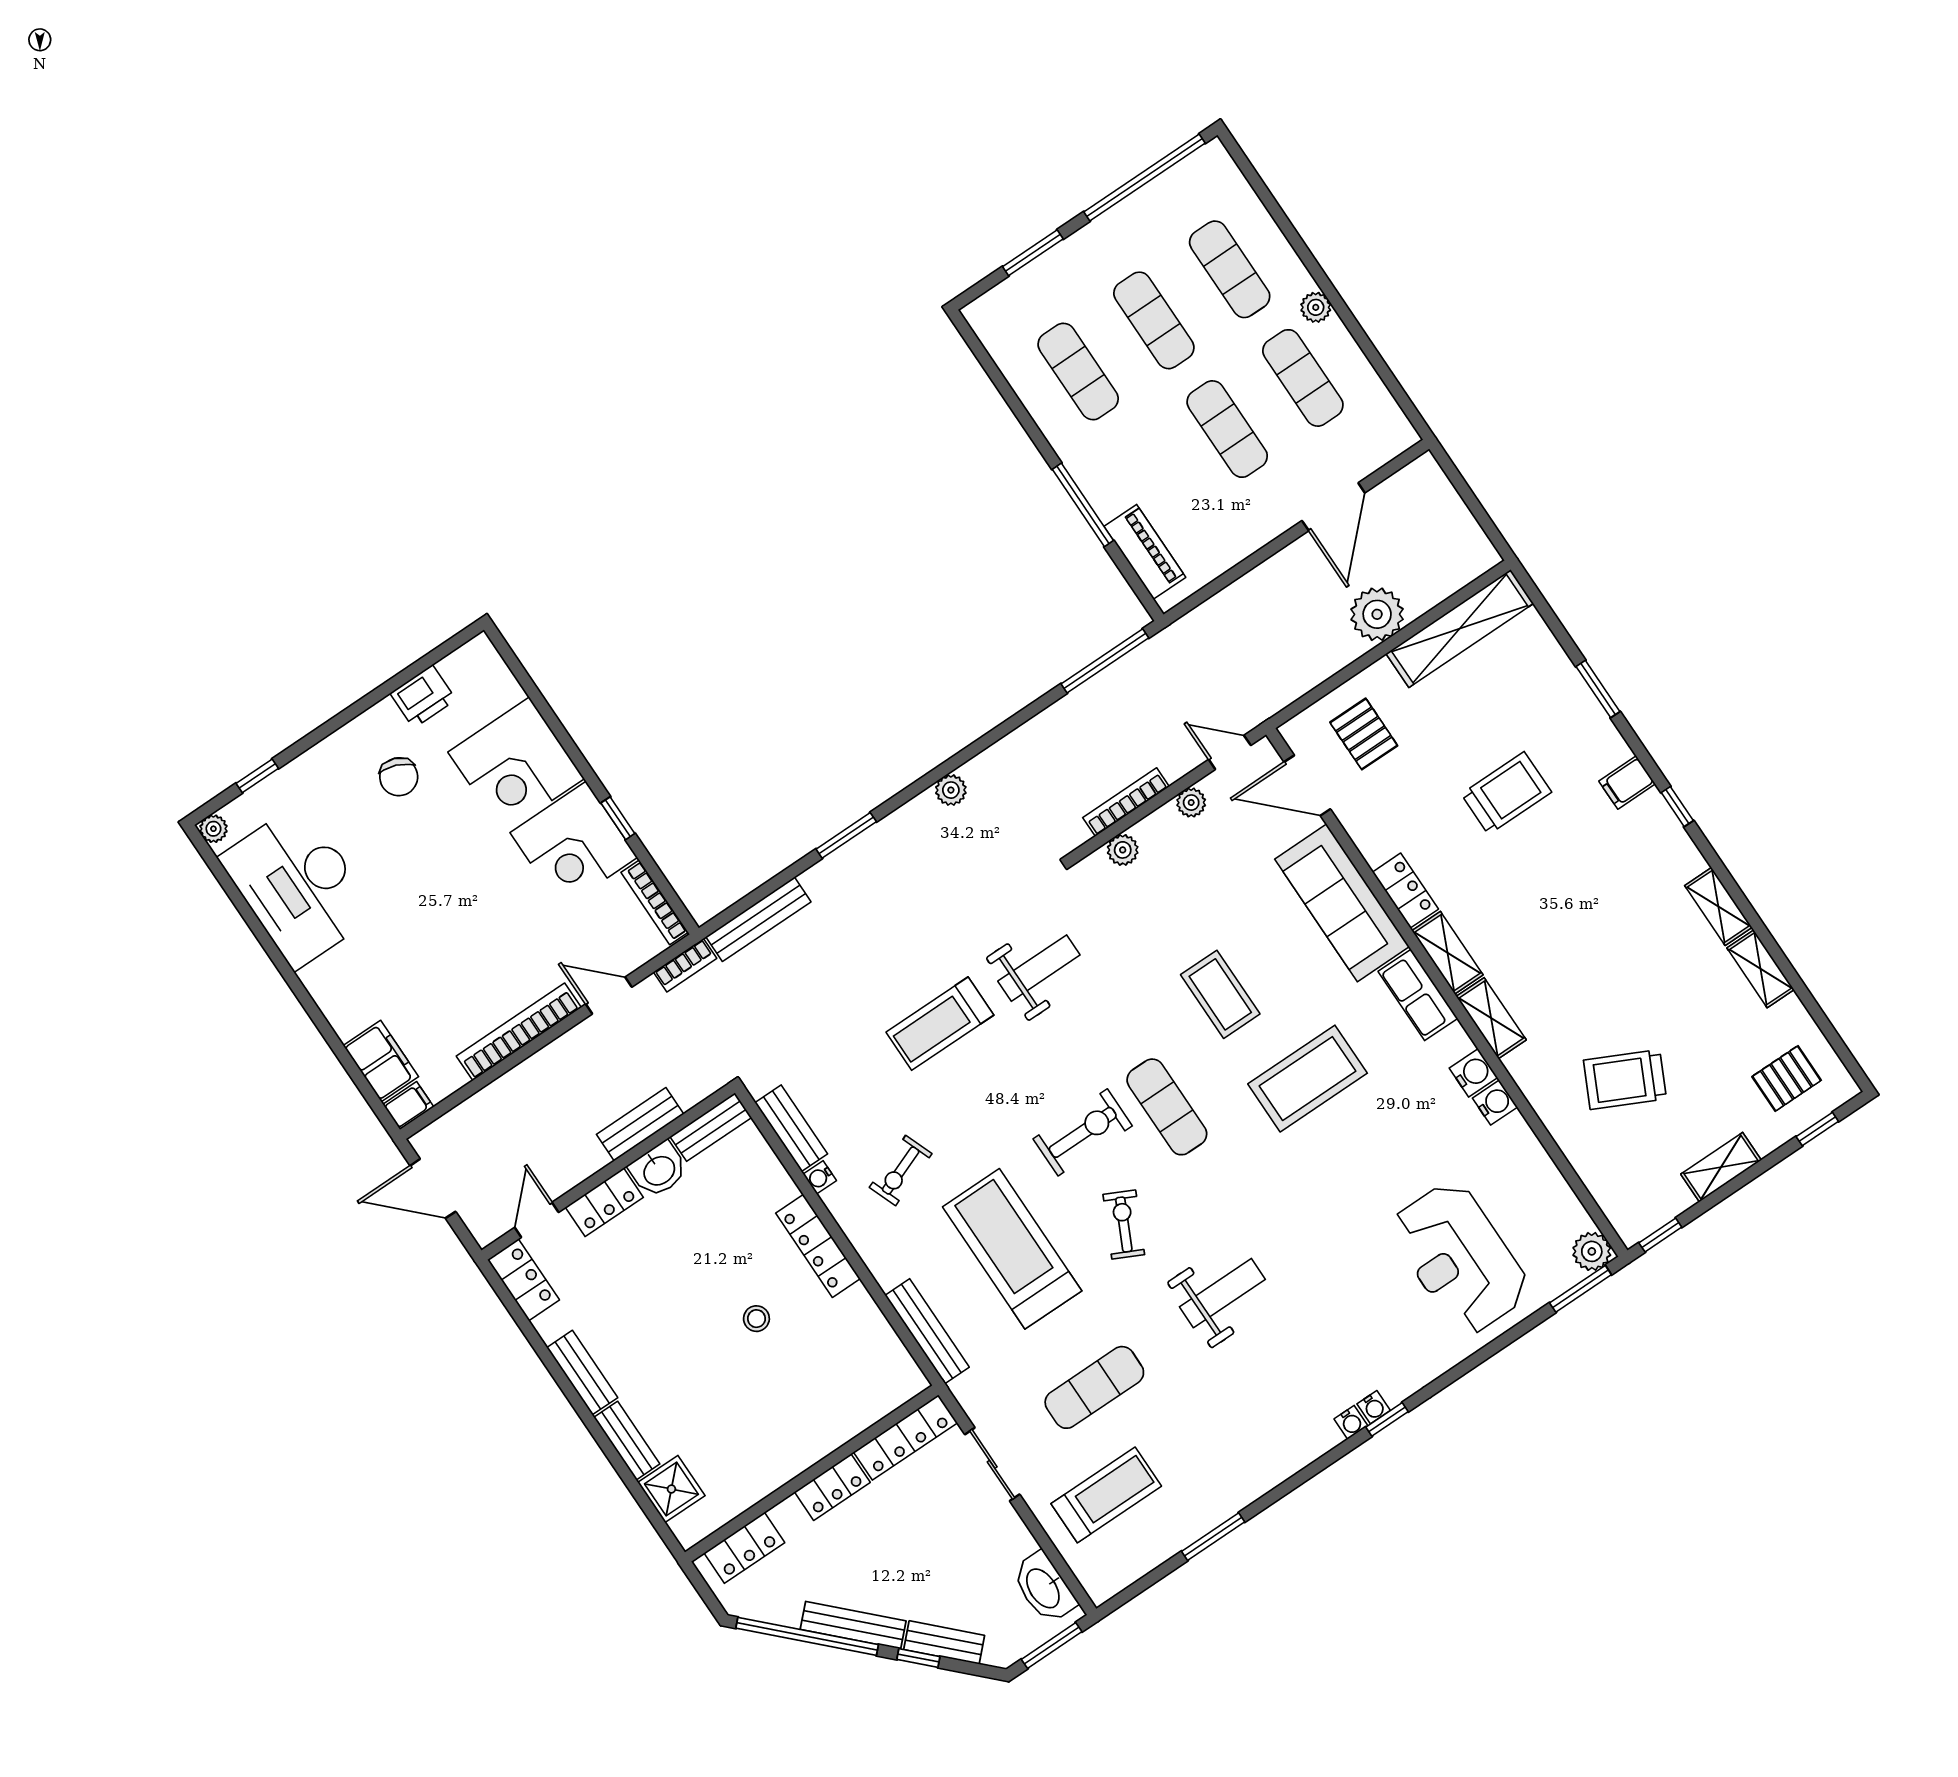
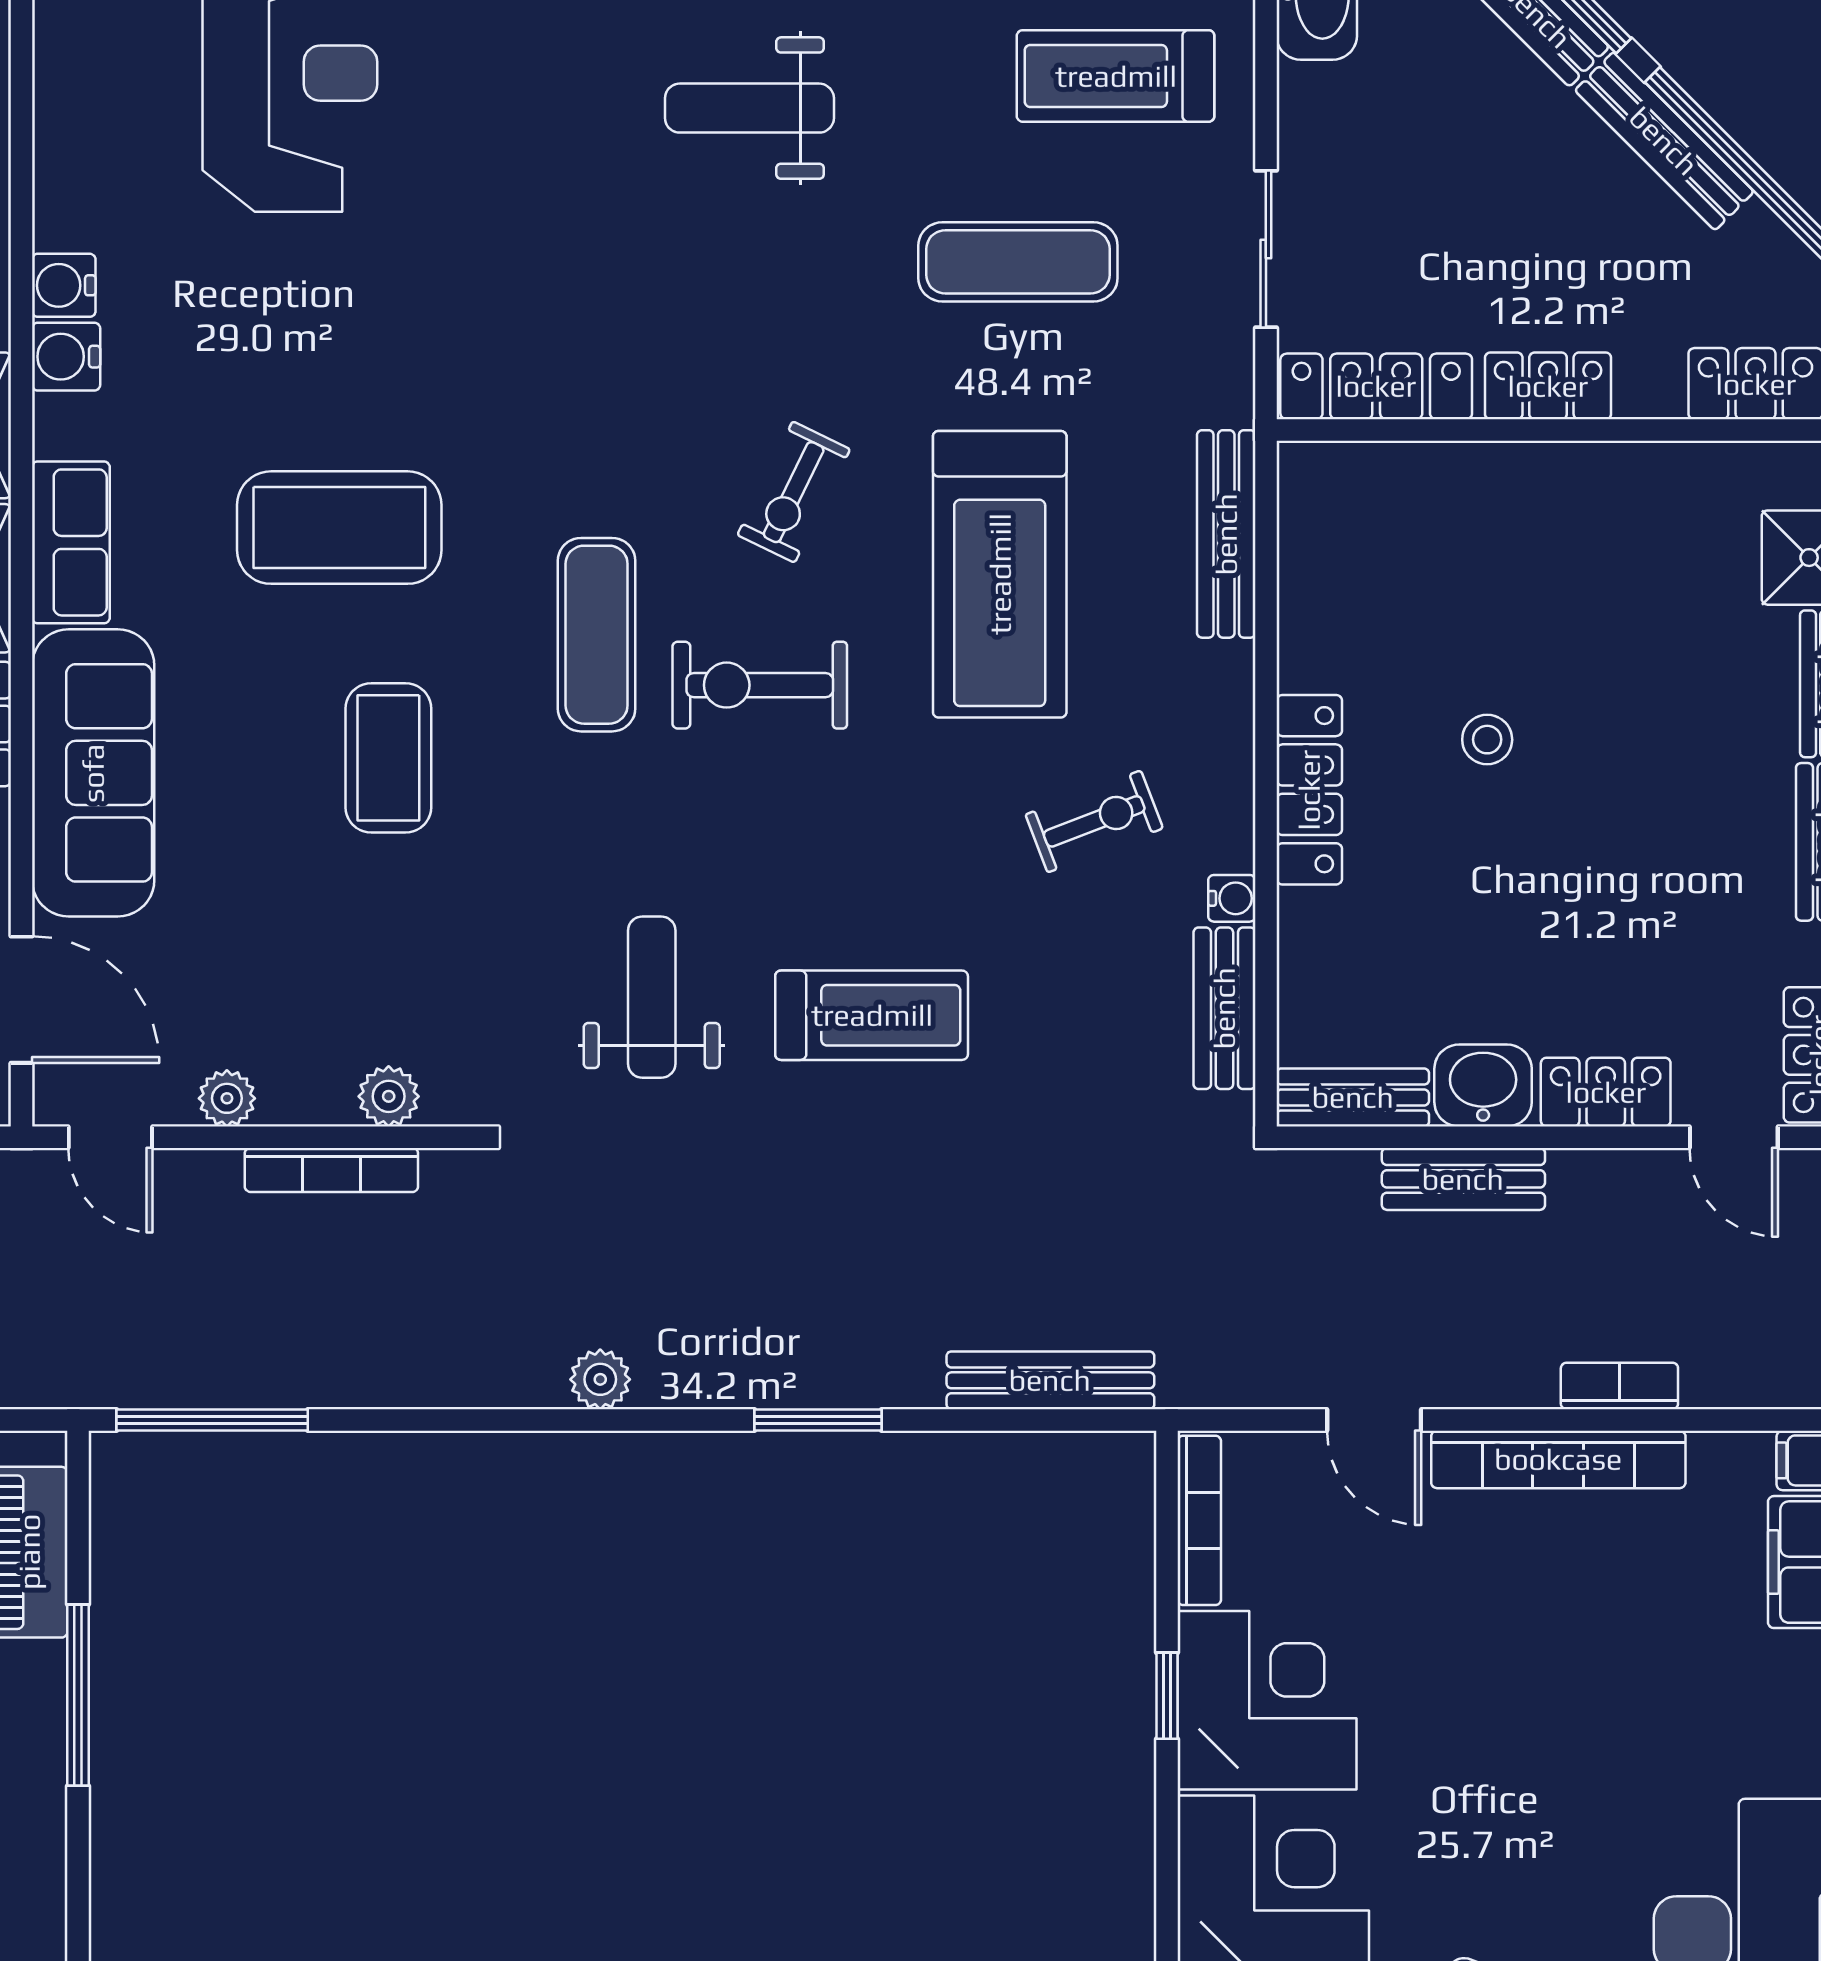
bookcase: (685, 965) -> (1619, 1386), moved
weight bench: (1039, 968) -> (652, 997), turned 90
door: (537, 1220) -> (1734, 1137), hinge flipped
weight bench: (1222, 1293) -> (749, 108), moved

